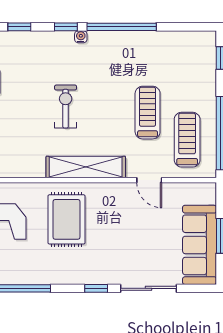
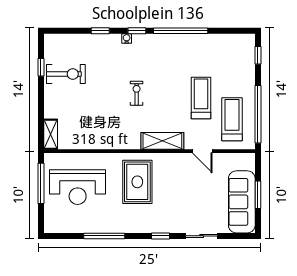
water cooler: (81, 37) -> (127, 38), moved
exercise bike: (66, 107) -> (137, 93), width x0.73, depth x0.72
shelving: (86, 167) -> (162, 141), width x0.68
sliding door: (148, 288) -> (202, 236), width x0.73

